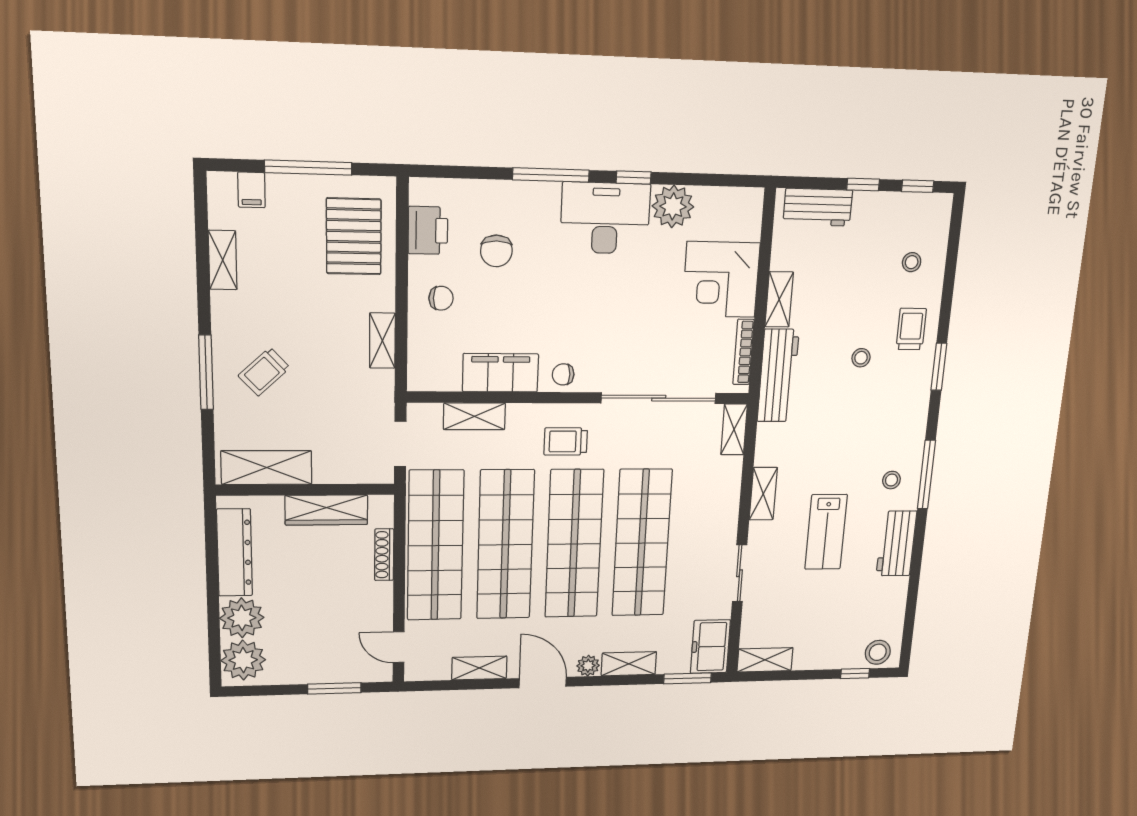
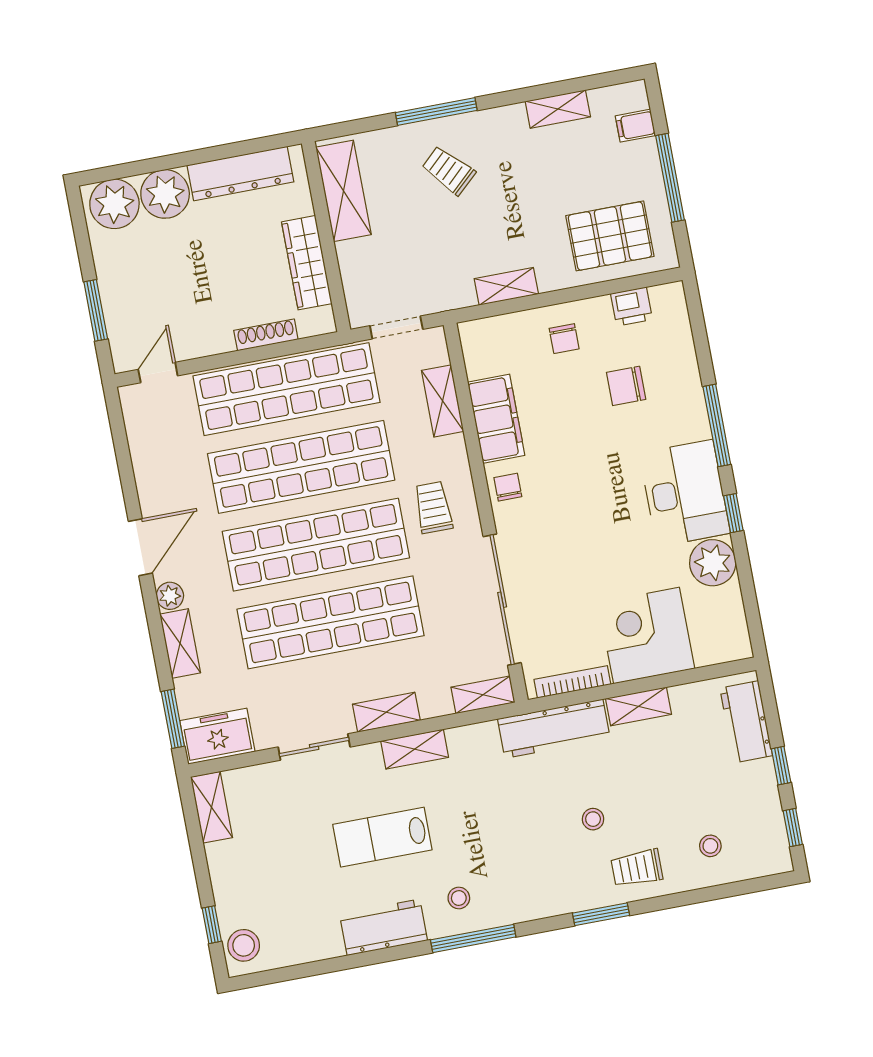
printer: (428, 230) -> (632, 306), width x0.73, depth x0.81
trolley: (911, 329) -> (637, 868), turned 180
shelving: (479, 668) -> (386, 712), moved, turned 90

